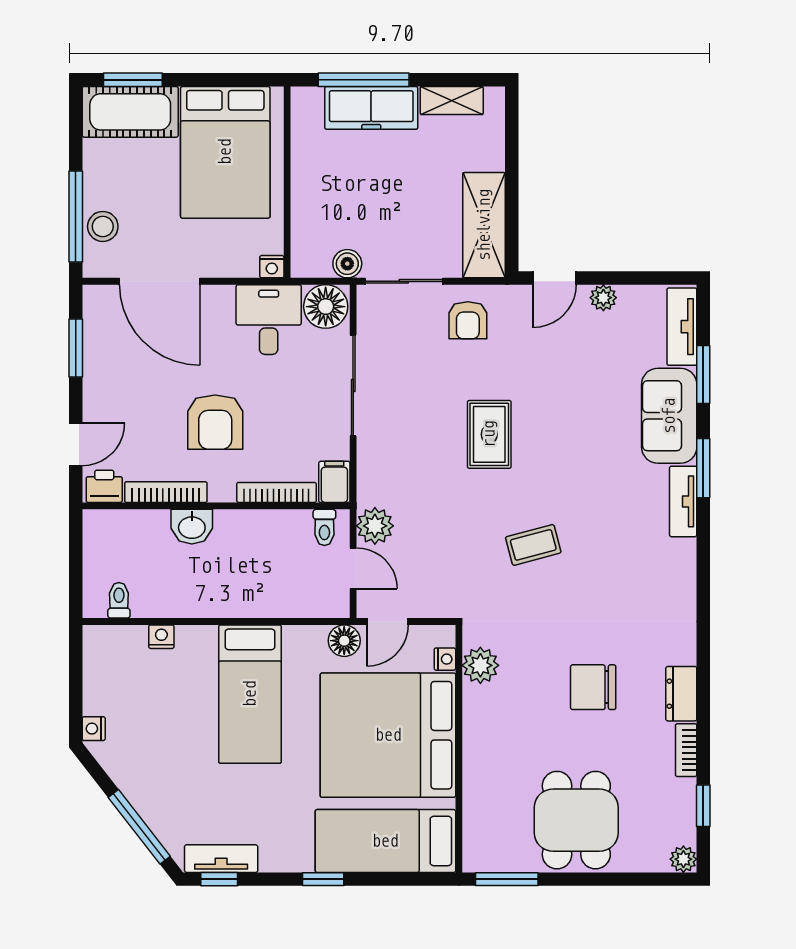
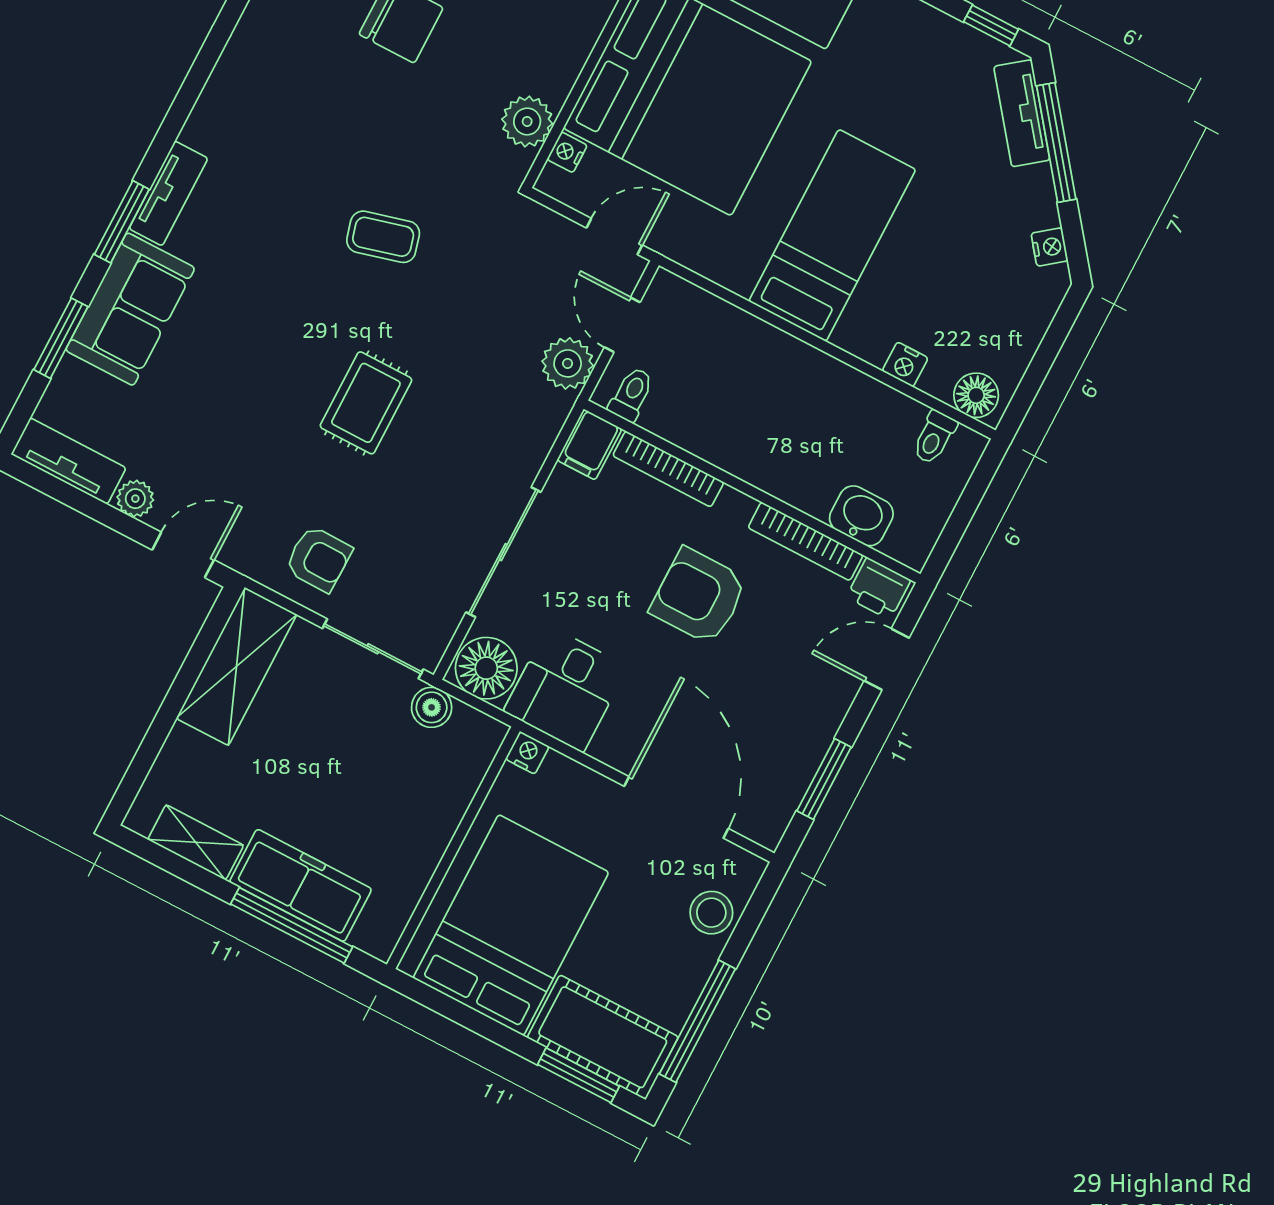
window: (76, 217) -> (697, 1021), moved
armchair: (468, 320) -> (319, 559), turned 91
tv unit: (682, 327) -> (69, 461), moved, turned -90
armchair: (215, 422) -> (699, 596), turned -90
washbasin: (192, 527) -> (861, 516), moved
floor lamp: (344, 641) -> (976, 395), moved
nightstand: (94, 729) -> (1050, 247), moved, turned -38
tv unit: (221, 859) -> (1022, 113), moved, turned 52

